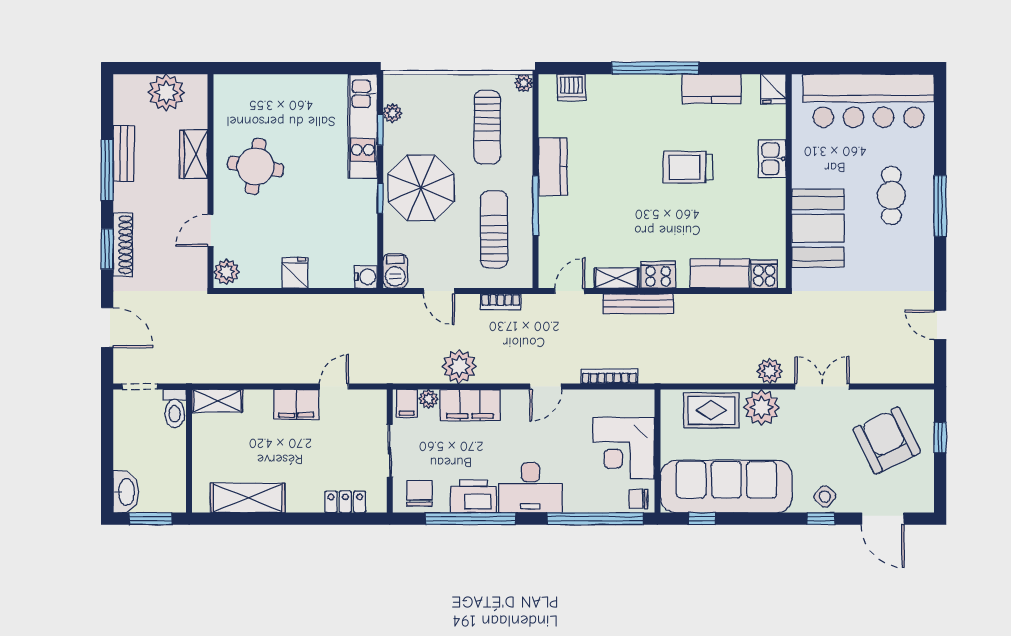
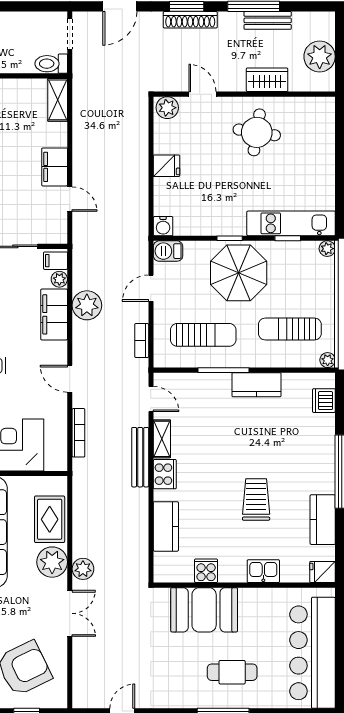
plant: (392, 113) -> (327, 249), moved
cooker: (764, 274) -> (206, 571), moved, turned -90

